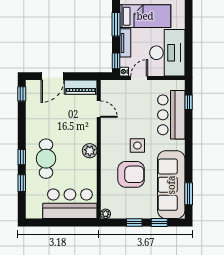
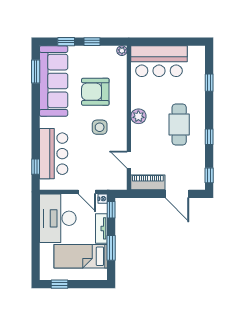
door: (52, 76) -> (177, 194), swing flipped
door: (139, 78) -> (87, 192), hinge flipped
side table: (137, 145) -> (100, 127), moved
window: (22, 157) -> (209, 137), moved
cafe table: (46, 159) -> (179, 125), moved

